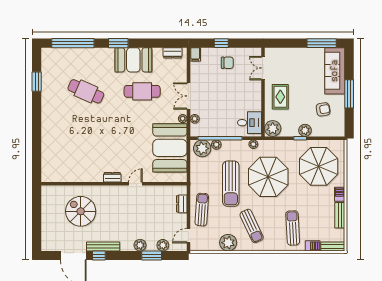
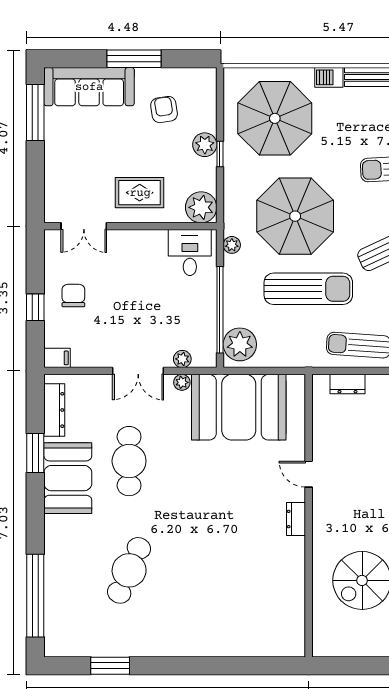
window: (118, 43) -> (35, 453), moved
dresser: (173, 53) -> (54, 410), width x1.44
plant: (216, 145) -> (232, 317), removed

